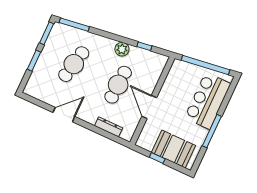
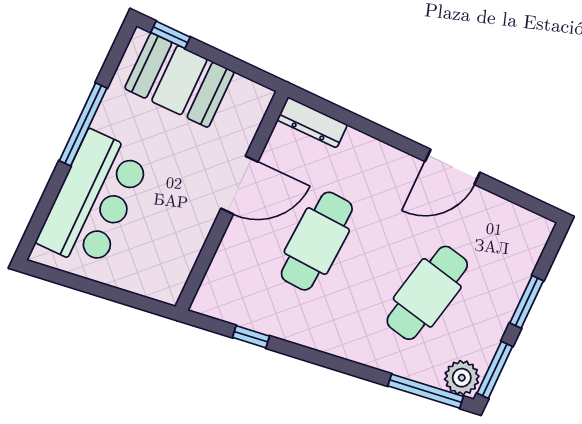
plant: (122, 49) -> (462, 378), moved
window: (205, 65) -> (99, 289), removed
door: (149, 107) -> (239, 185), hinge flipped
dresser: (109, 127) -> (312, 122), moved
window: (157, 158) -> (171, 35), moved

